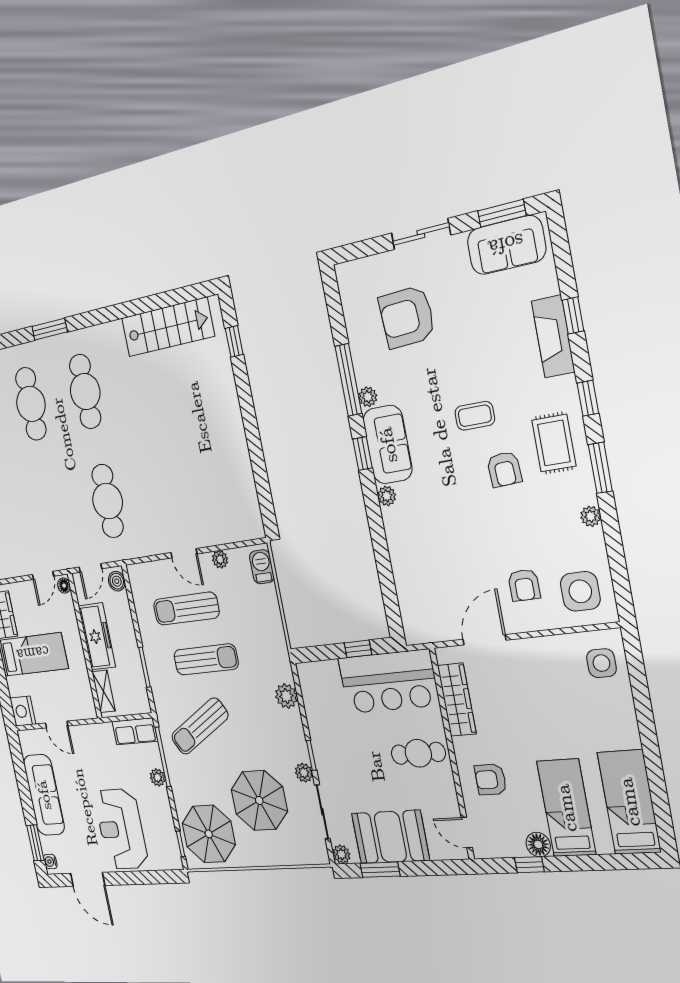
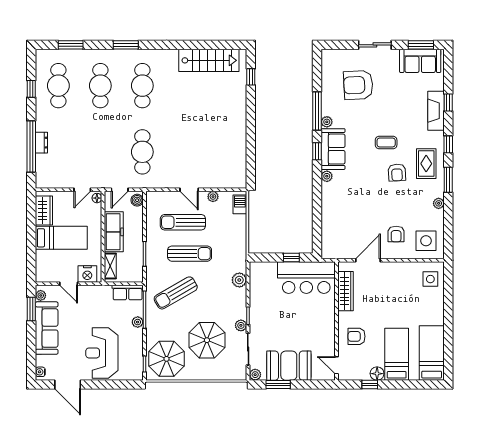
nightstand: (23, 711) -> (87, 274), moved, turned -90
plant: (26, 746) -> (41, 295), added
cafe table: (418, 753) -> (316, 319), removed
window: (35, 843) -> (31, 309), moved

